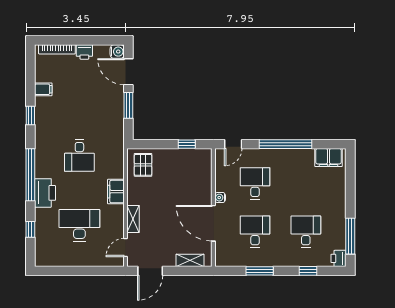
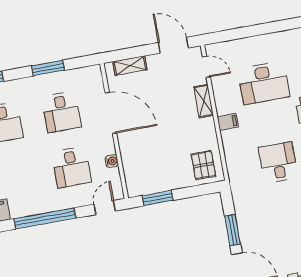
window: (187, 144) -> (158, 198), width x1.50
filing cabinet: (116, 192) -> (228, 122), width x0.50
water cooler: (220, 198) -> (112, 161), moved
door: (125, 248) -> (206, 67), hinge flipped
door: (150, 271) -> (173, 45), hinge flipped

